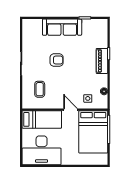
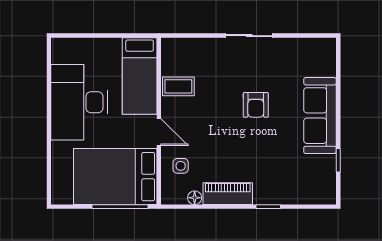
piano: (102, 61) -> (228, 194), moved
coffee table: (40, 89) -> (178, 86), moved
door: (71, 110) -> (159, 132), hinge flipped
desk: (42, 150) -> (79, 102), moved

